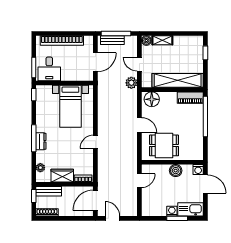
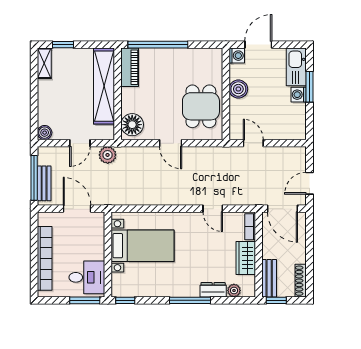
shelving: (162, 40) -> (44, 63), moved
door: (139, 125) -> (171, 143), swing flipped
dresser: (41, 141) -> (213, 290), moved
door: (95, 142) -> (213, 209), moved

